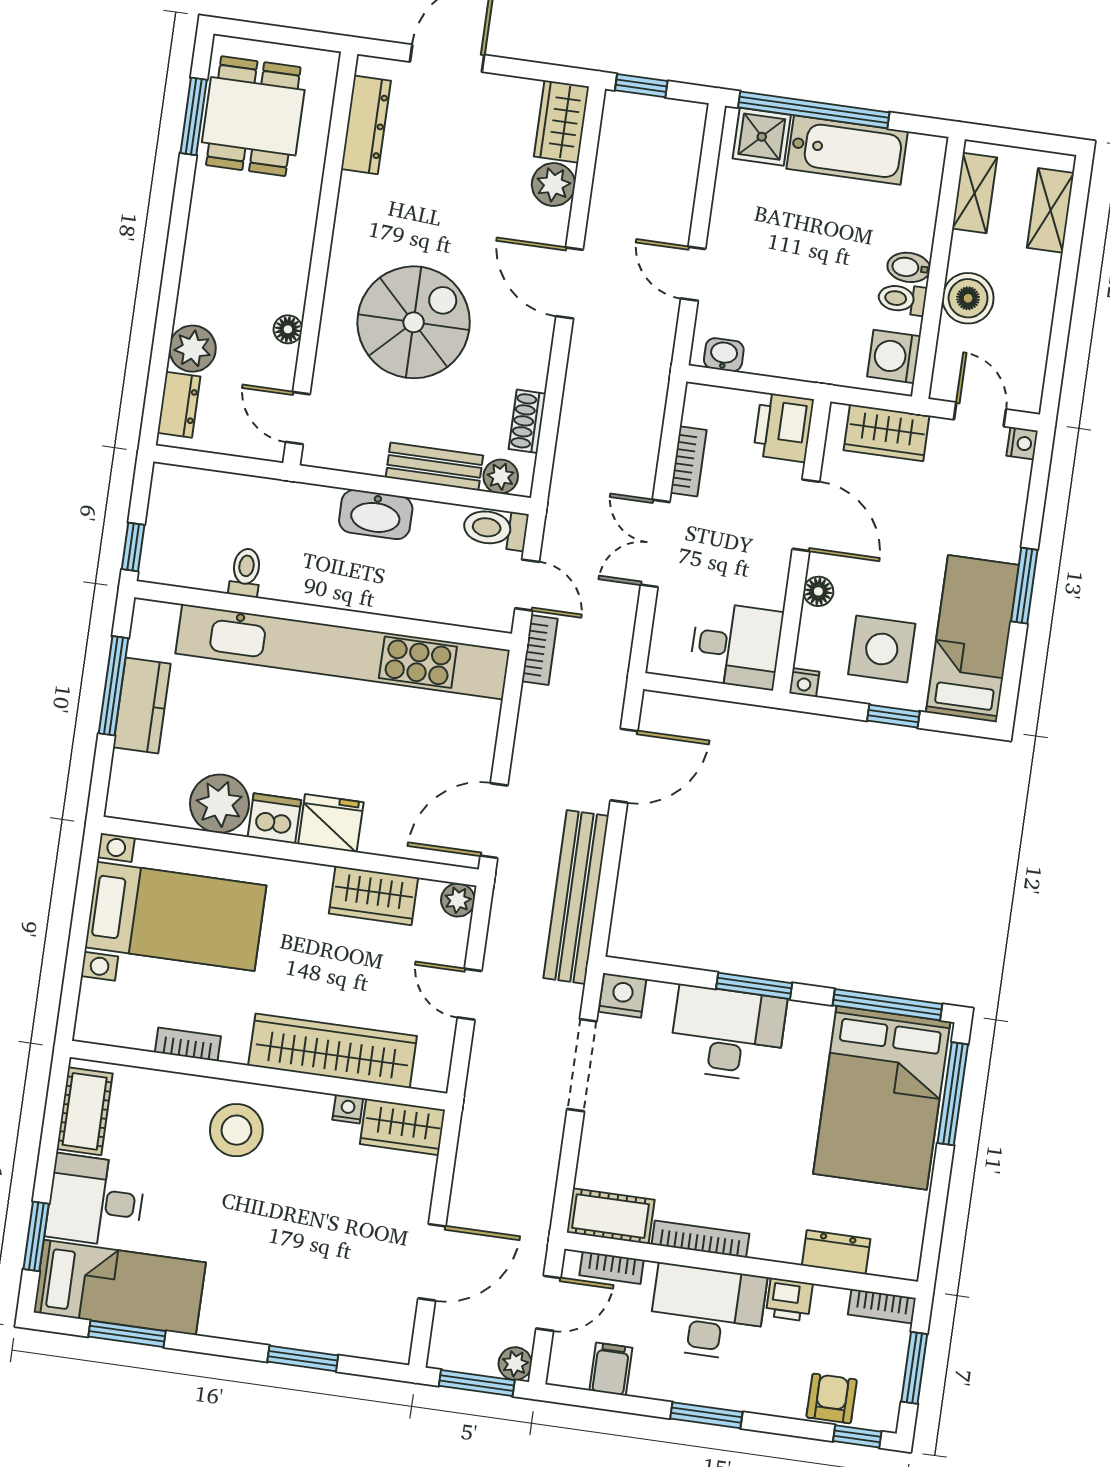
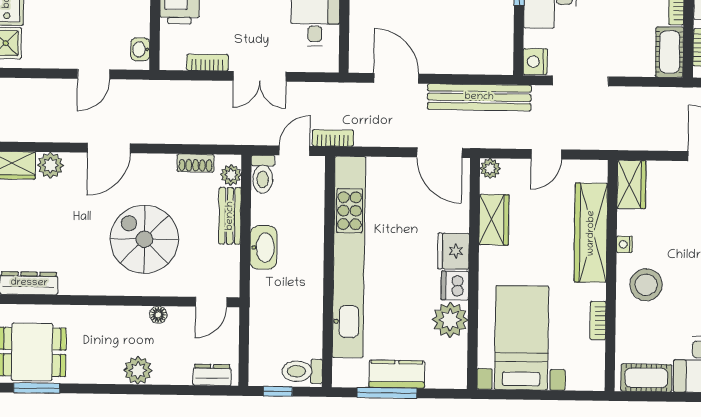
plant: (192, 349) -> (138, 370), moved
window: (133, 547) -> (278, 391), moved
toilet: (246, 572) -> (302, 371), moved, width x1.37, depth x1.39
nightstand: (348, 1109) -> (624, 244), moved

